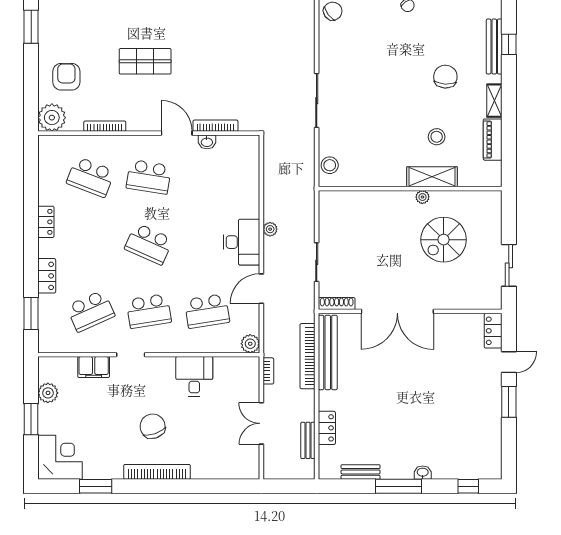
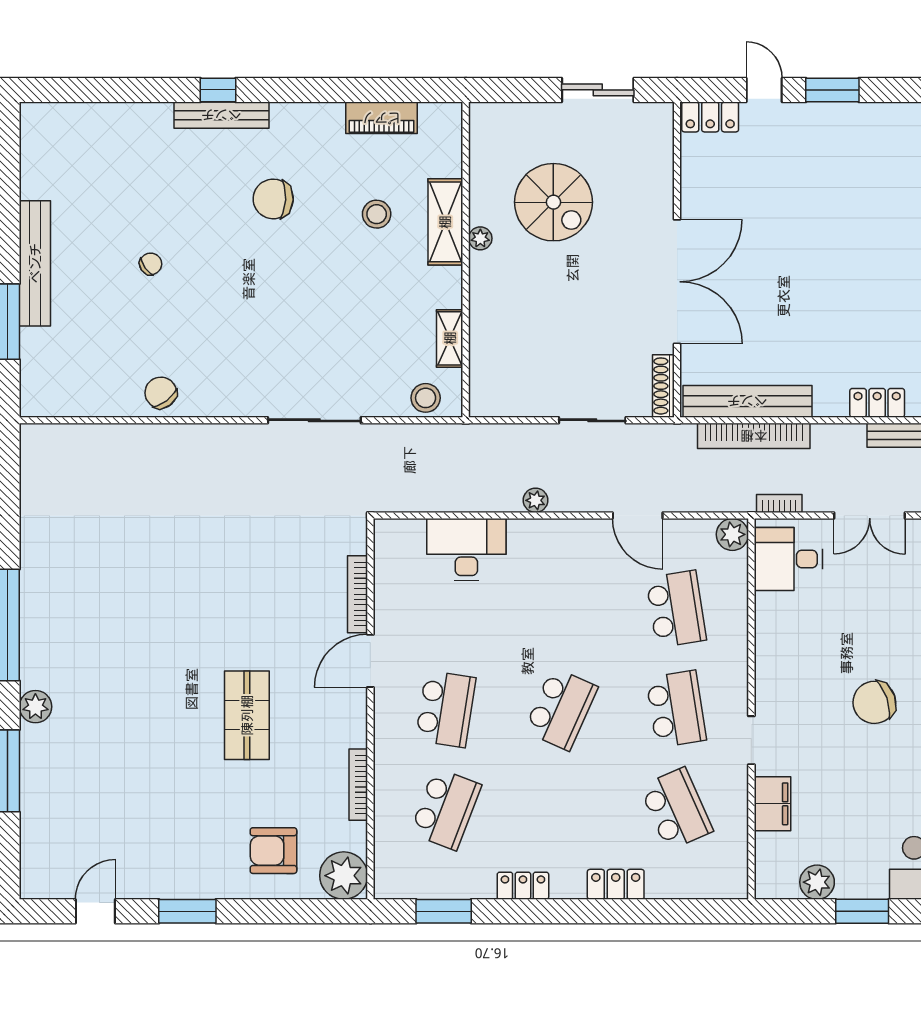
shelving: (494, 101) -> (450, 338), moved, turned 90
washbasin: (207, 142) -> (385, 609), removed
desk: (242, 242) -> (466, 550), moved
window: (31, 314) -> (444, 911), moved
desk: (194, 376) -> (788, 559), moved

